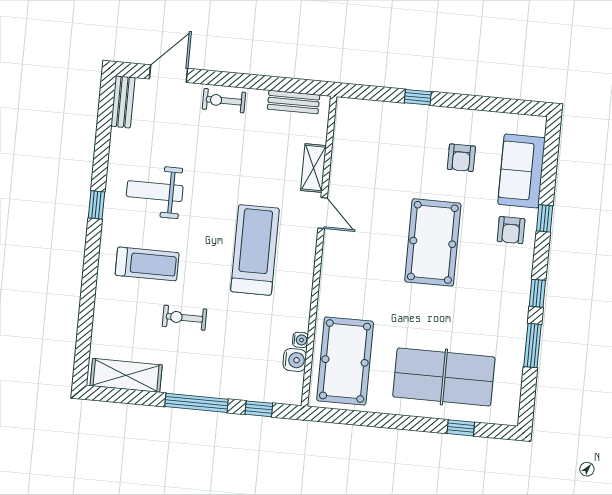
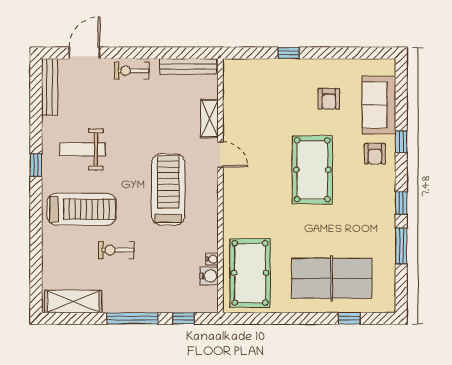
bench: (123, 102) -> (50, 87), width x1.36
bench: (294, 102) -> (188, 66), width x1.36
treadmill: (147, 264) -> (82, 209), width x1.37, depth x1.38

